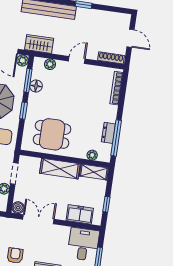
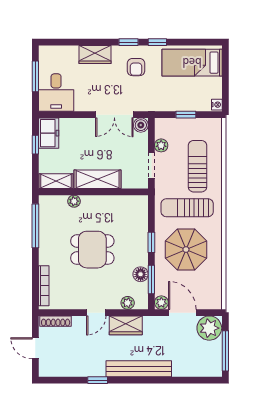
wardrobe: (39, 44) -> (126, 325), moved
dresser: (108, 133) -> (45, 231), removed
dining table: (52, 134) -> (92, 250), moved
plant: (92, 155) -> (74, 201), moved
freezer: (80, 214) -> (49, 133), moved, turned -90

